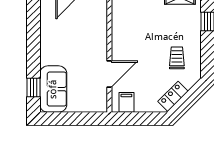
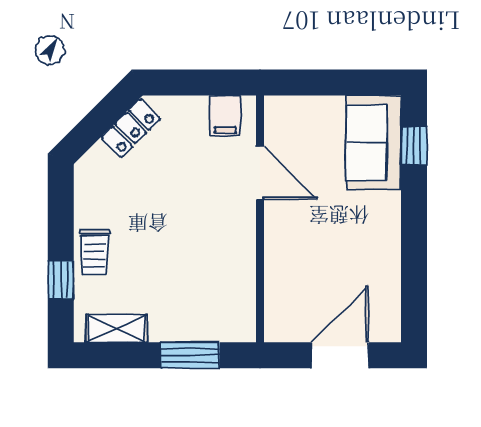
trolley: (177, 58) -> (95, 252), moved
door: (109, 74) -> (260, 173), swing flipped

